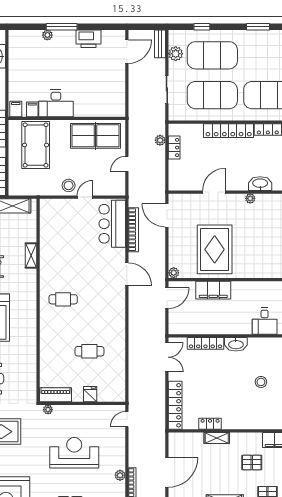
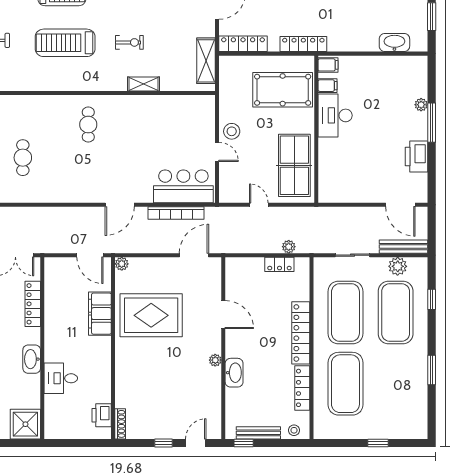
bench: (160, 44) -> (404, 247), width x1.36
washbasin: (236, 344) -> (32, 359), moved

